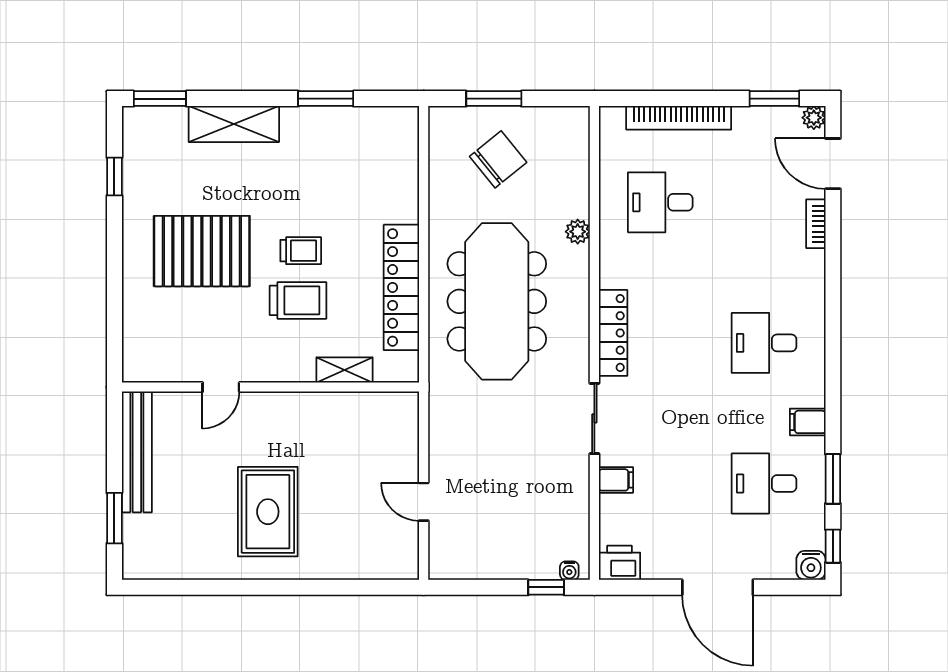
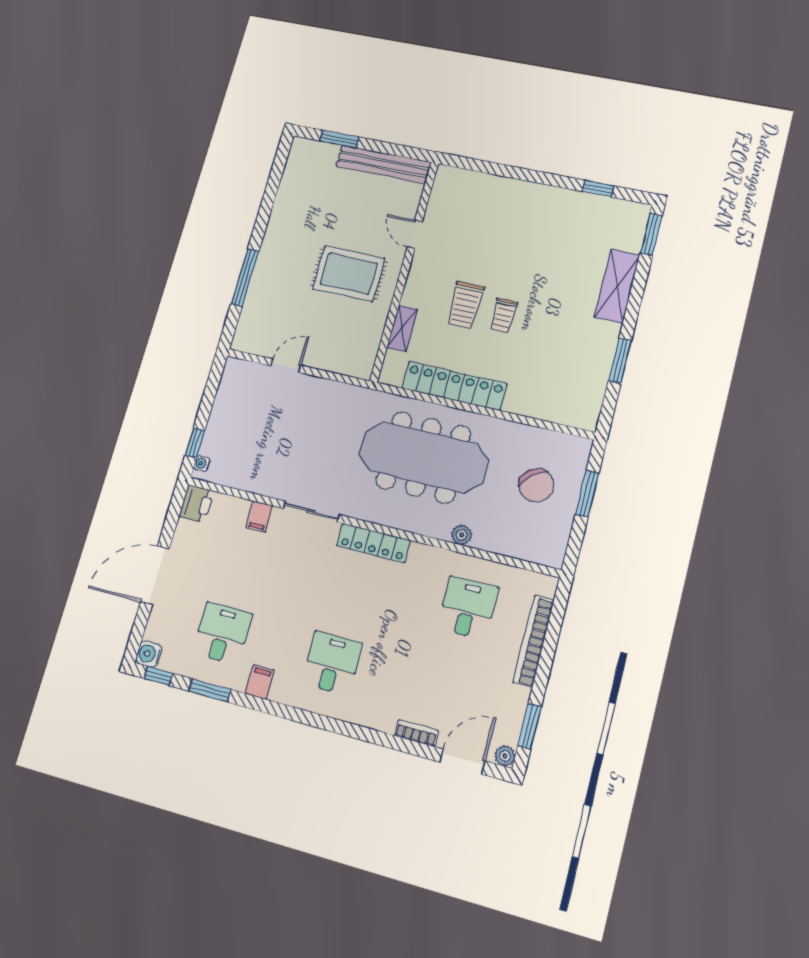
pallet: (202, 251) -> (523, 242), removed
rug: (268, 512) -> (349, 274), moved
window: (323, 587) -> (245, 278), added

